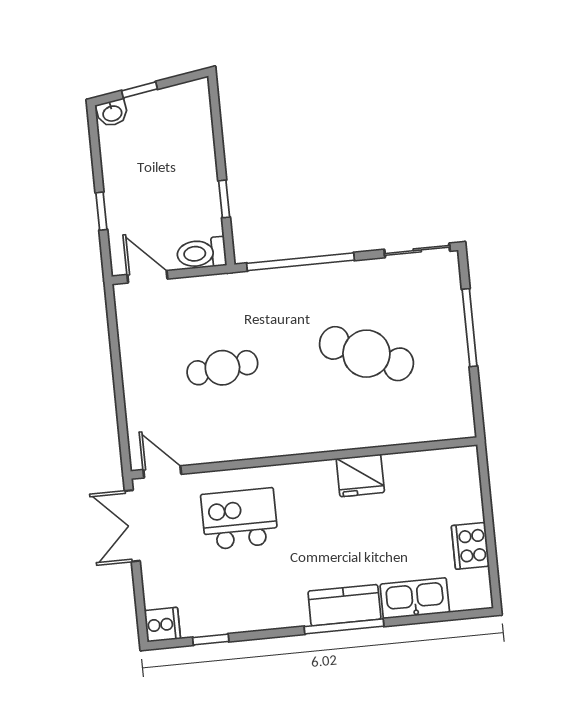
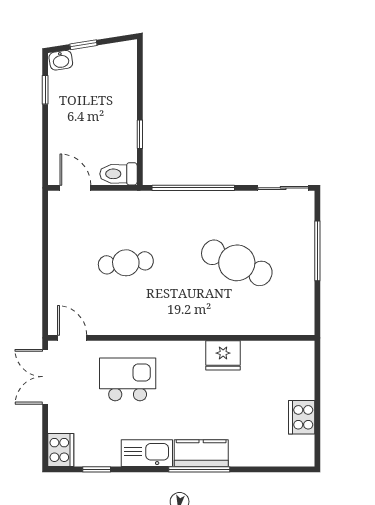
window: (101, 211) -> (45, 90), moved
kitchen sink: (415, 598) -> (147, 453), moved
cooker: (162, 625) -> (61, 450), width x1.36

